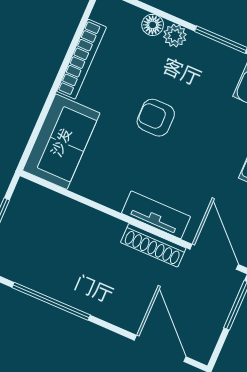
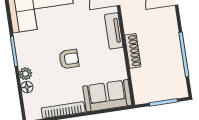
armchair: (156, 118) -> (69, 59), turned -90
shoe rack: (153, 245) -> (133, 51), moved

